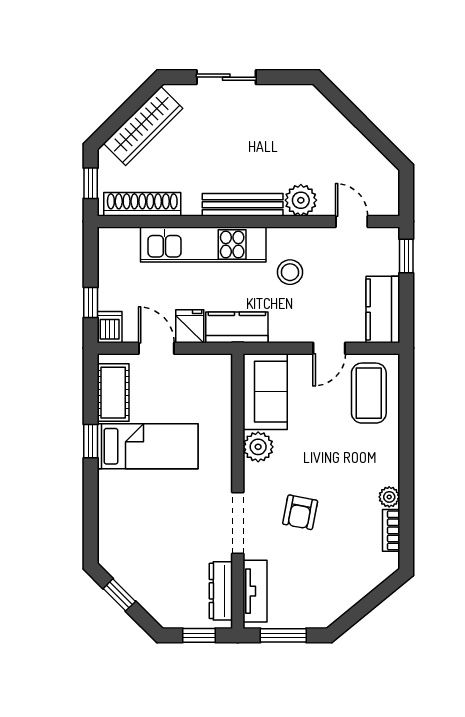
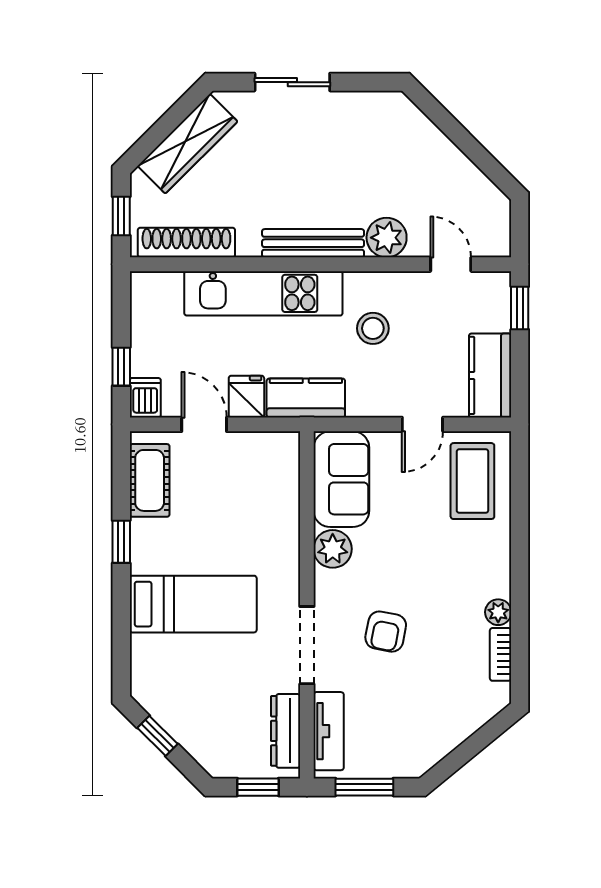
bed: (148, 446) -> (193, 604), moved

